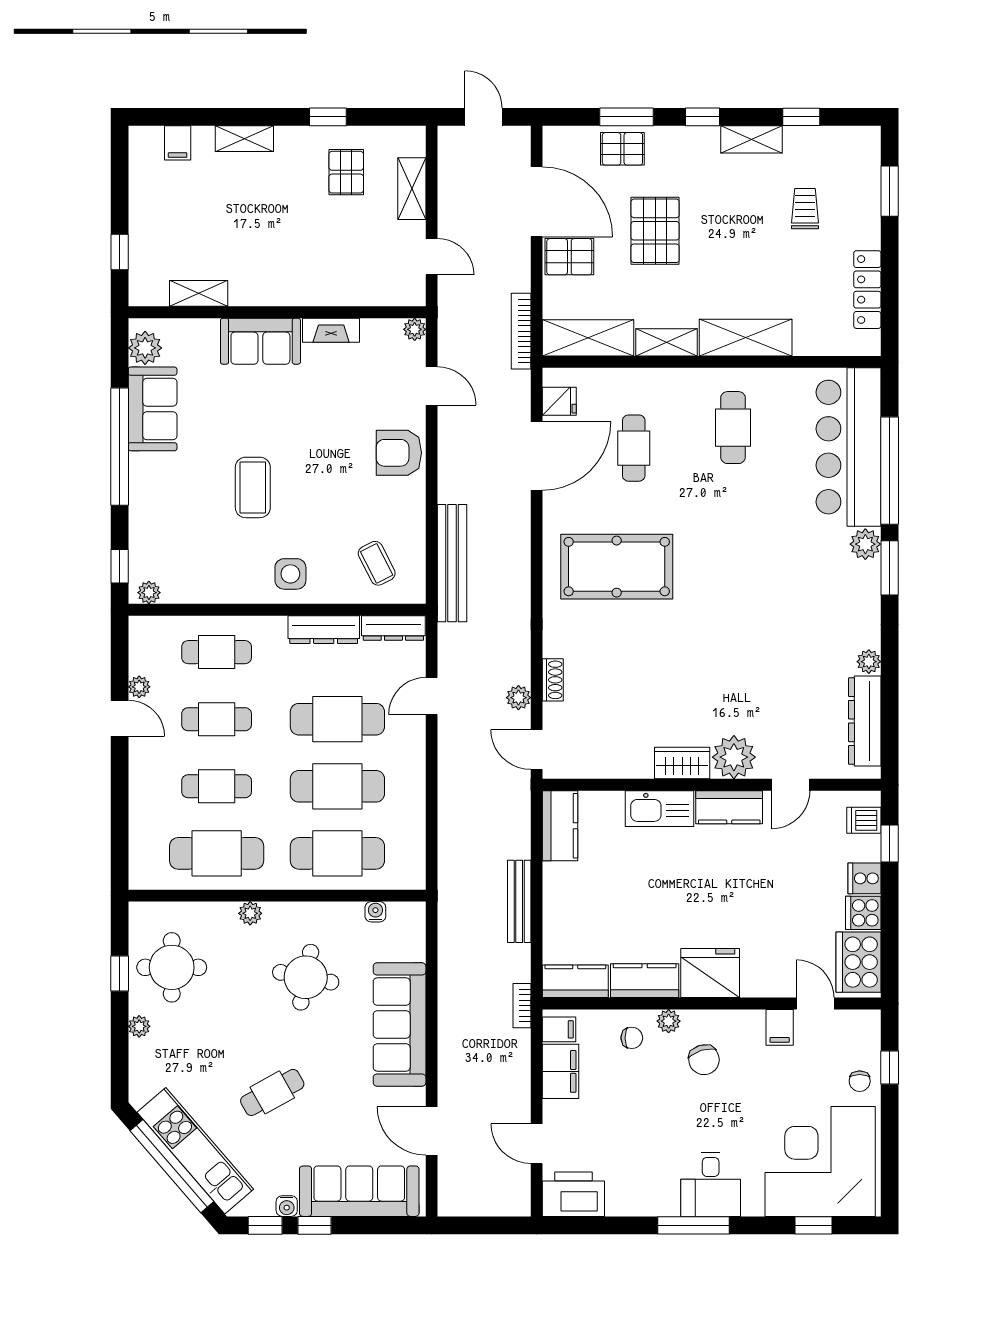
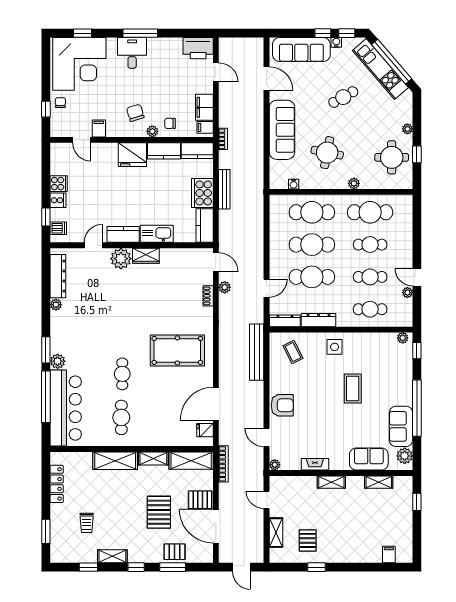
shelving: (244, 139) -> (331, 482), moved
sofa: (260, 341) -> (369, 459), moved
cafe table: (634, 448) -> (122, 374), moved
cooker: (858, 962) -> (202, 193), moved, turned 180

